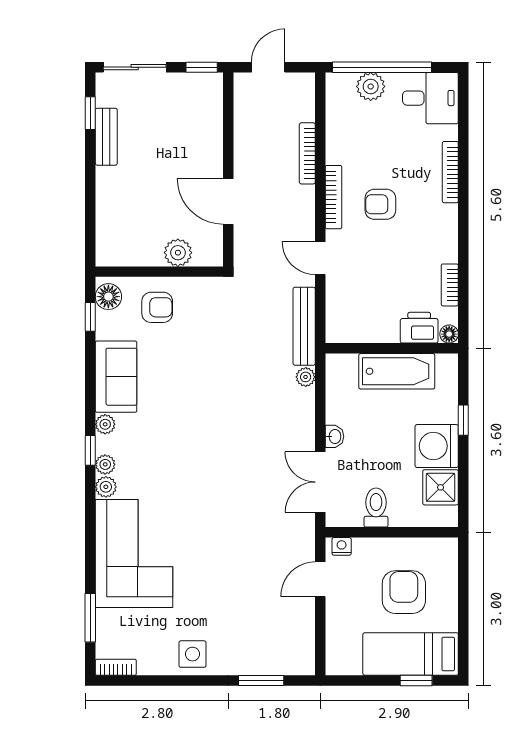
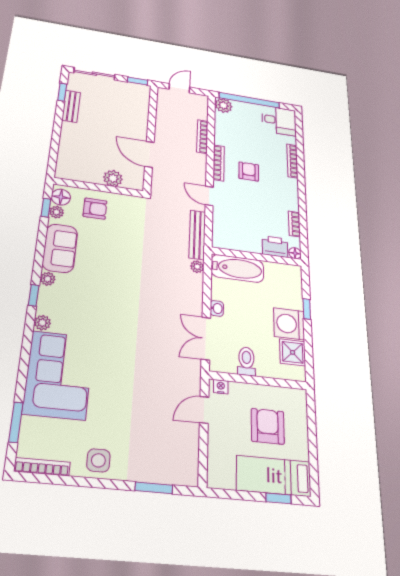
plant: (371, 86) -> (223, 105), moved
armchair: (380, 204) -> (249, 171), turned 90
bathtub: (397, 371) -> (237, 268), moved
plant: (105, 464) -> (57, 212), moved
bookcase: (116, 667) -> (42, 467), width x1.56

